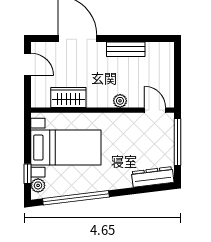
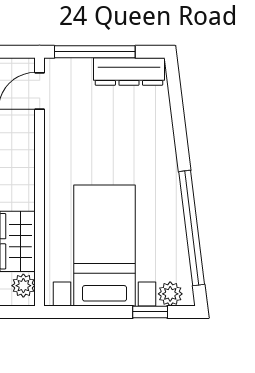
plant: (120, 101) -> (23, 286), moved
dresser: (153, 177) -> (129, 71), moved, turned -83

